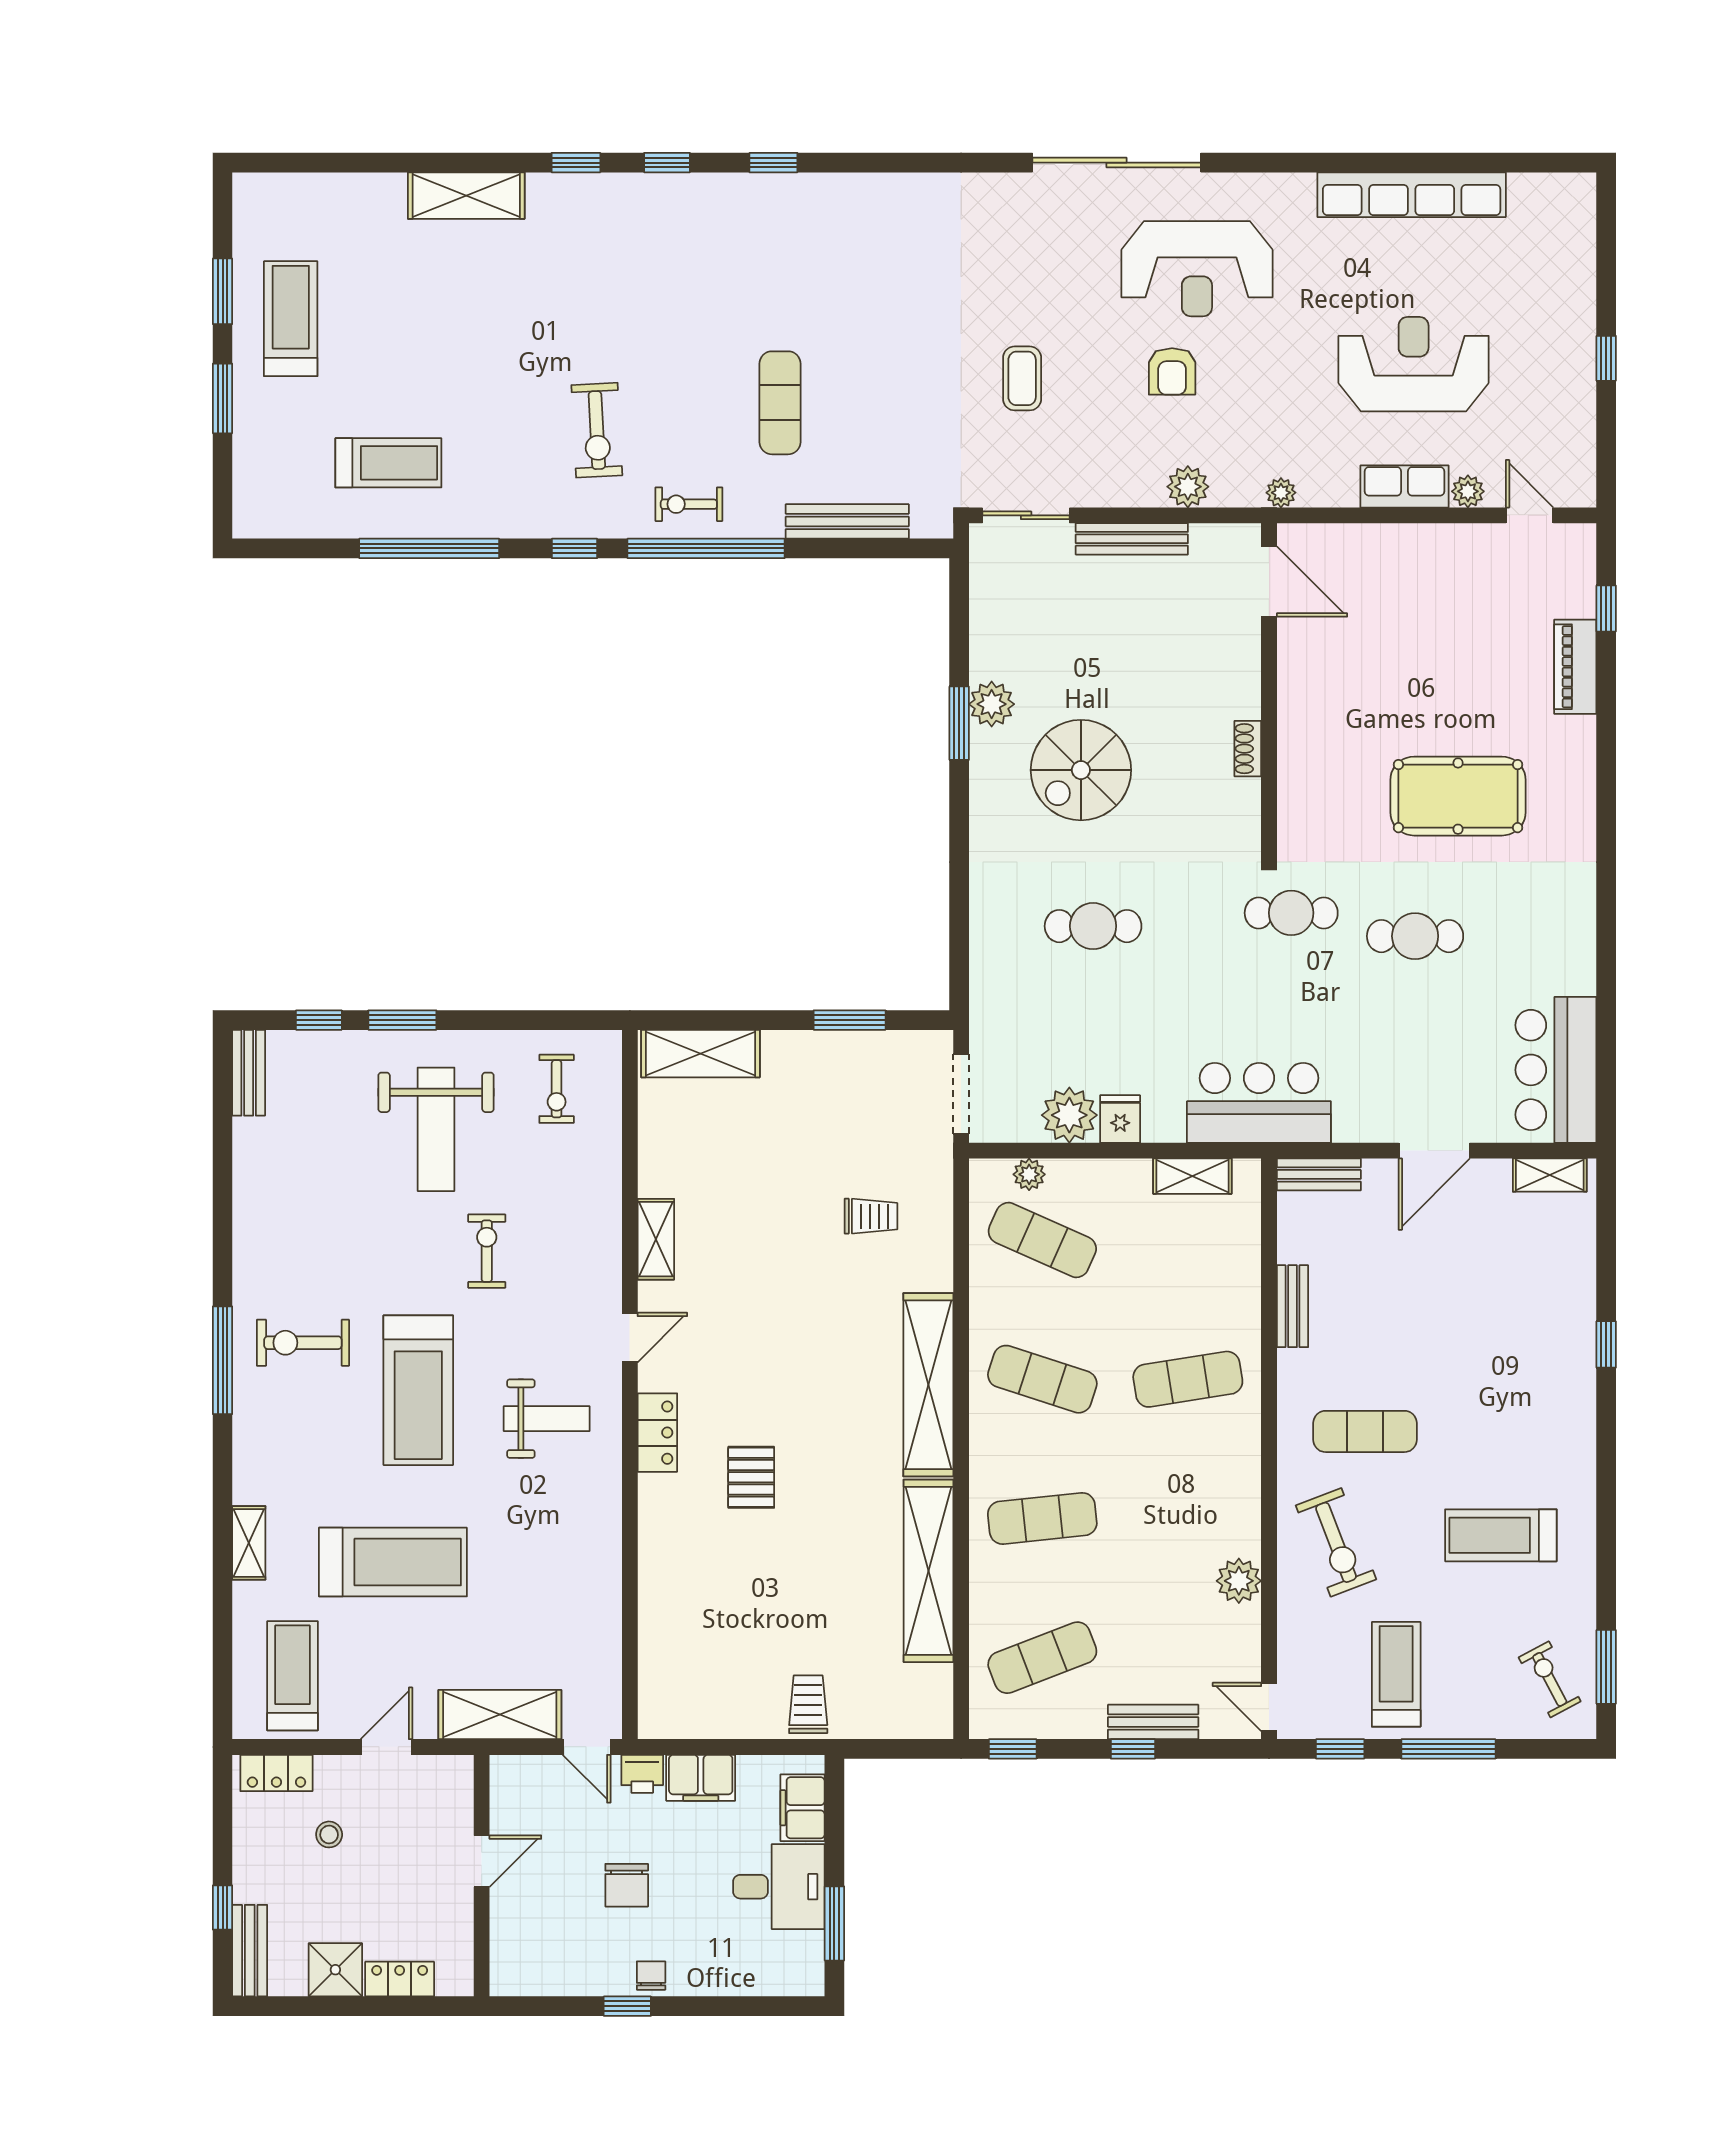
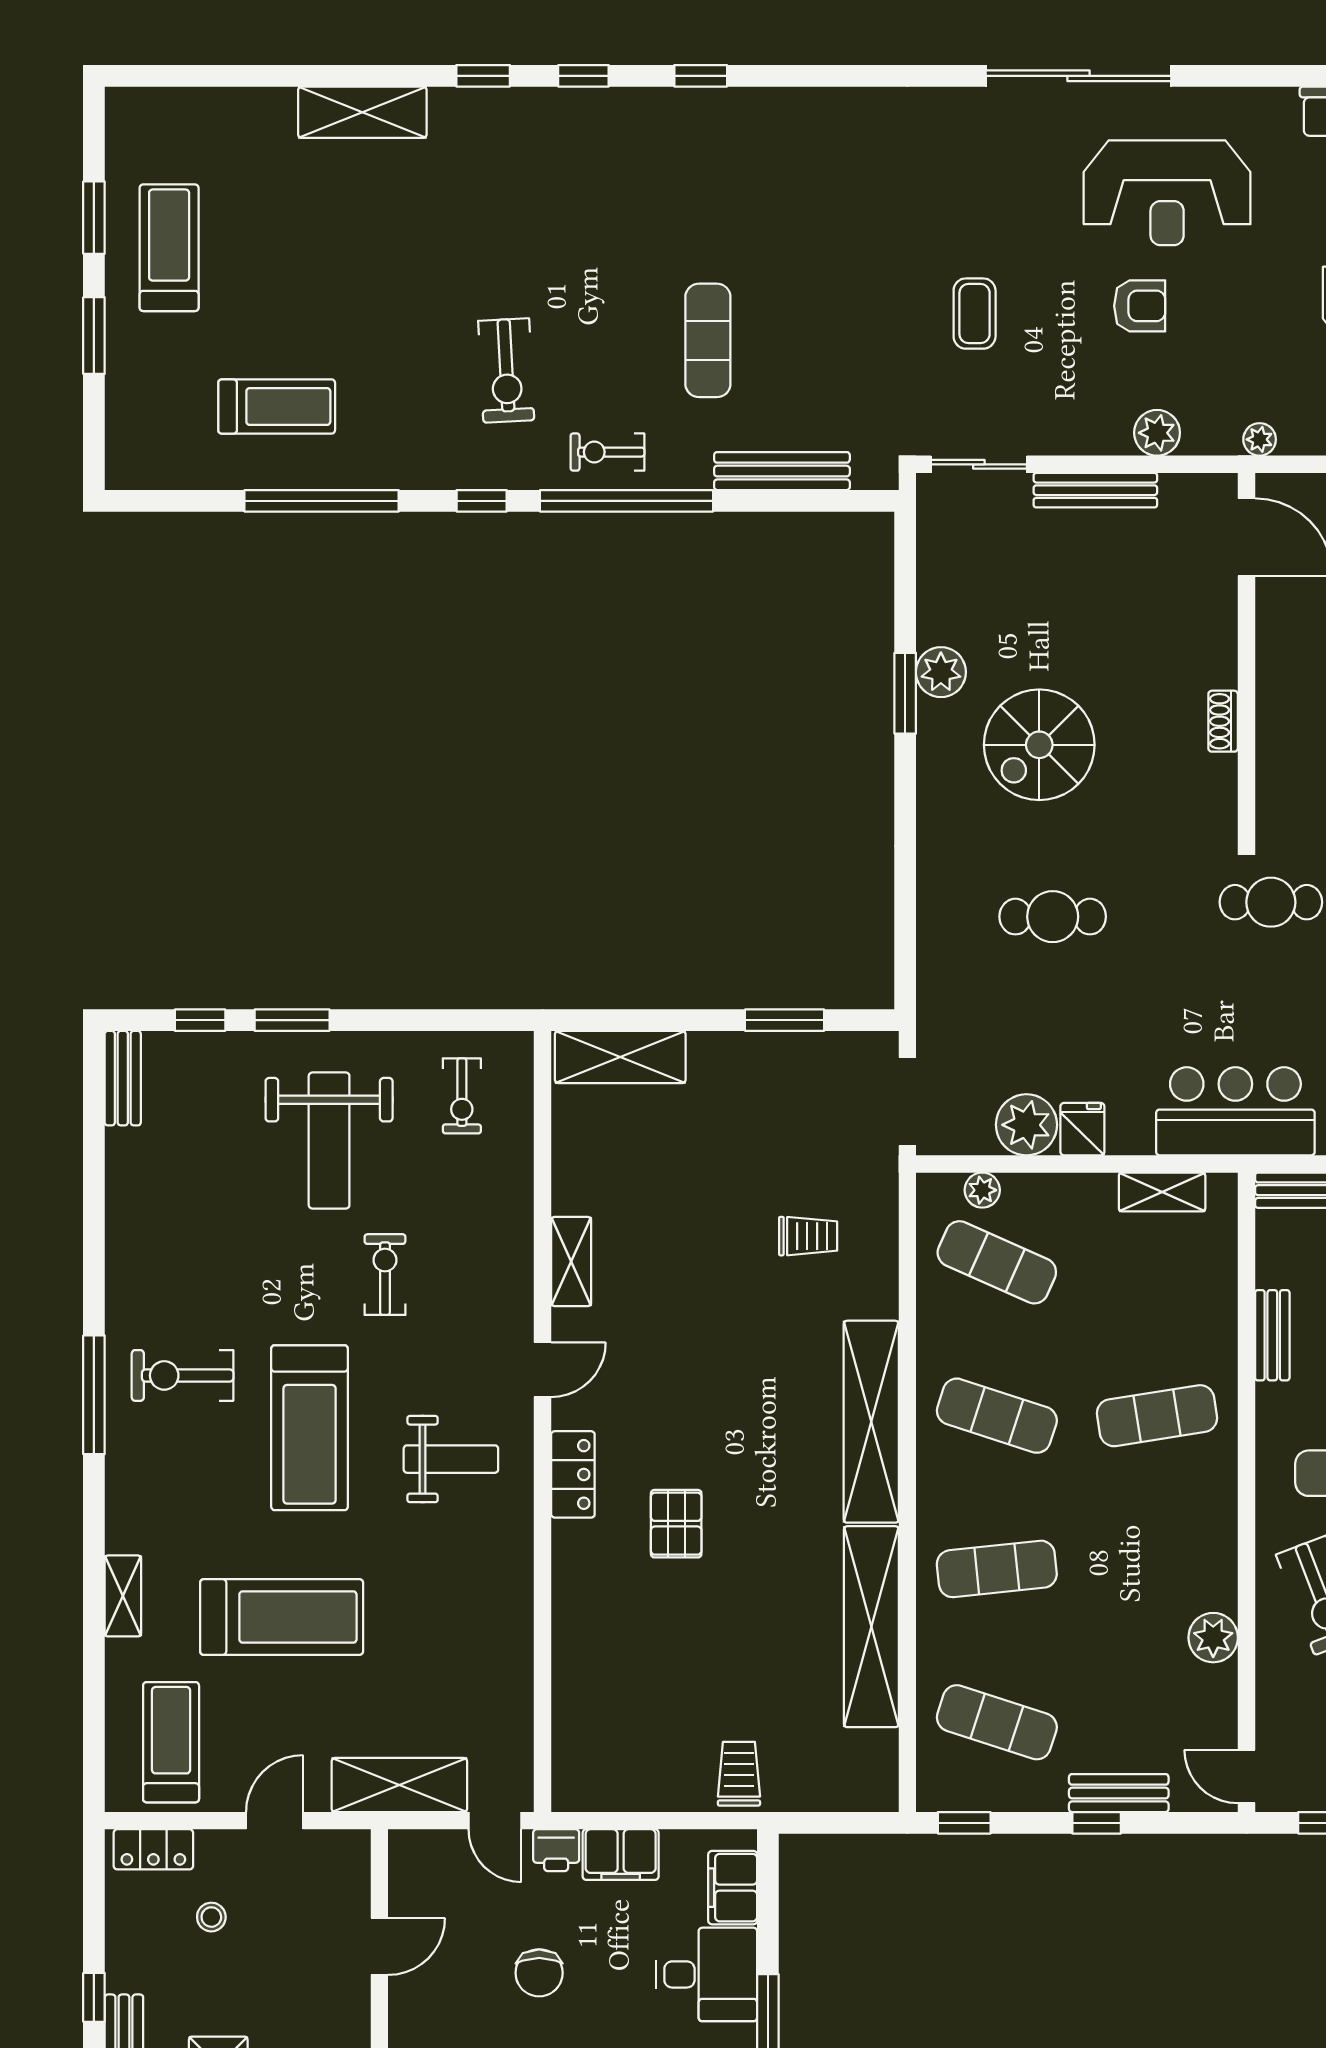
armchair: (1172, 371) -> (1140, 306), turned -90
exercise mat: (1042, 1658) -> (997, 1722), turned 39

